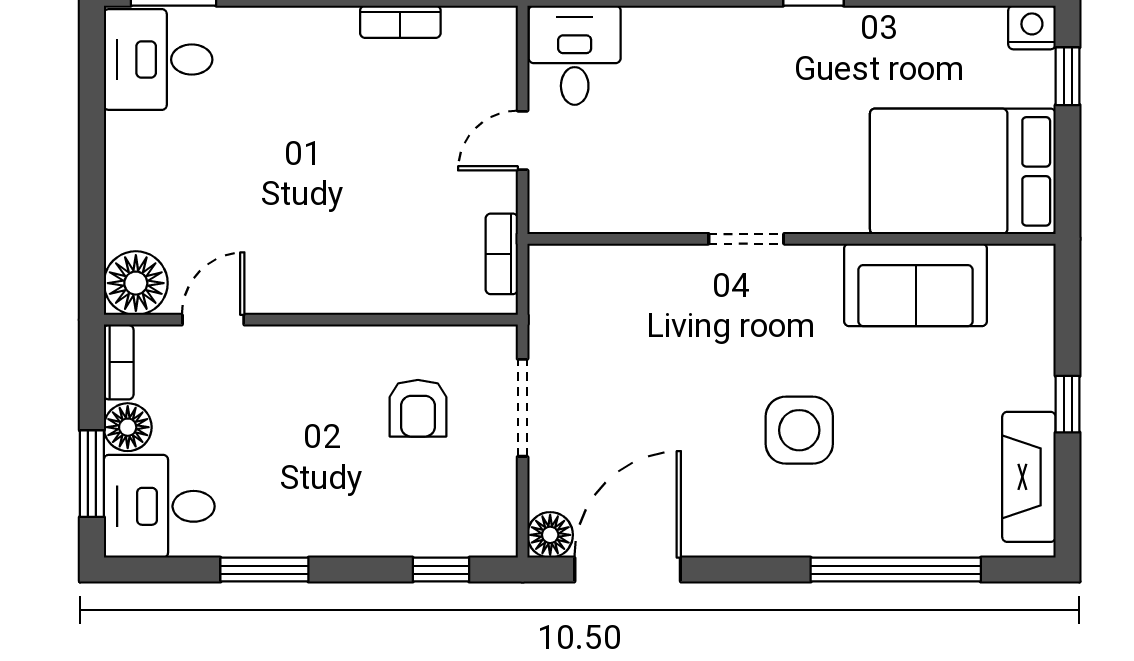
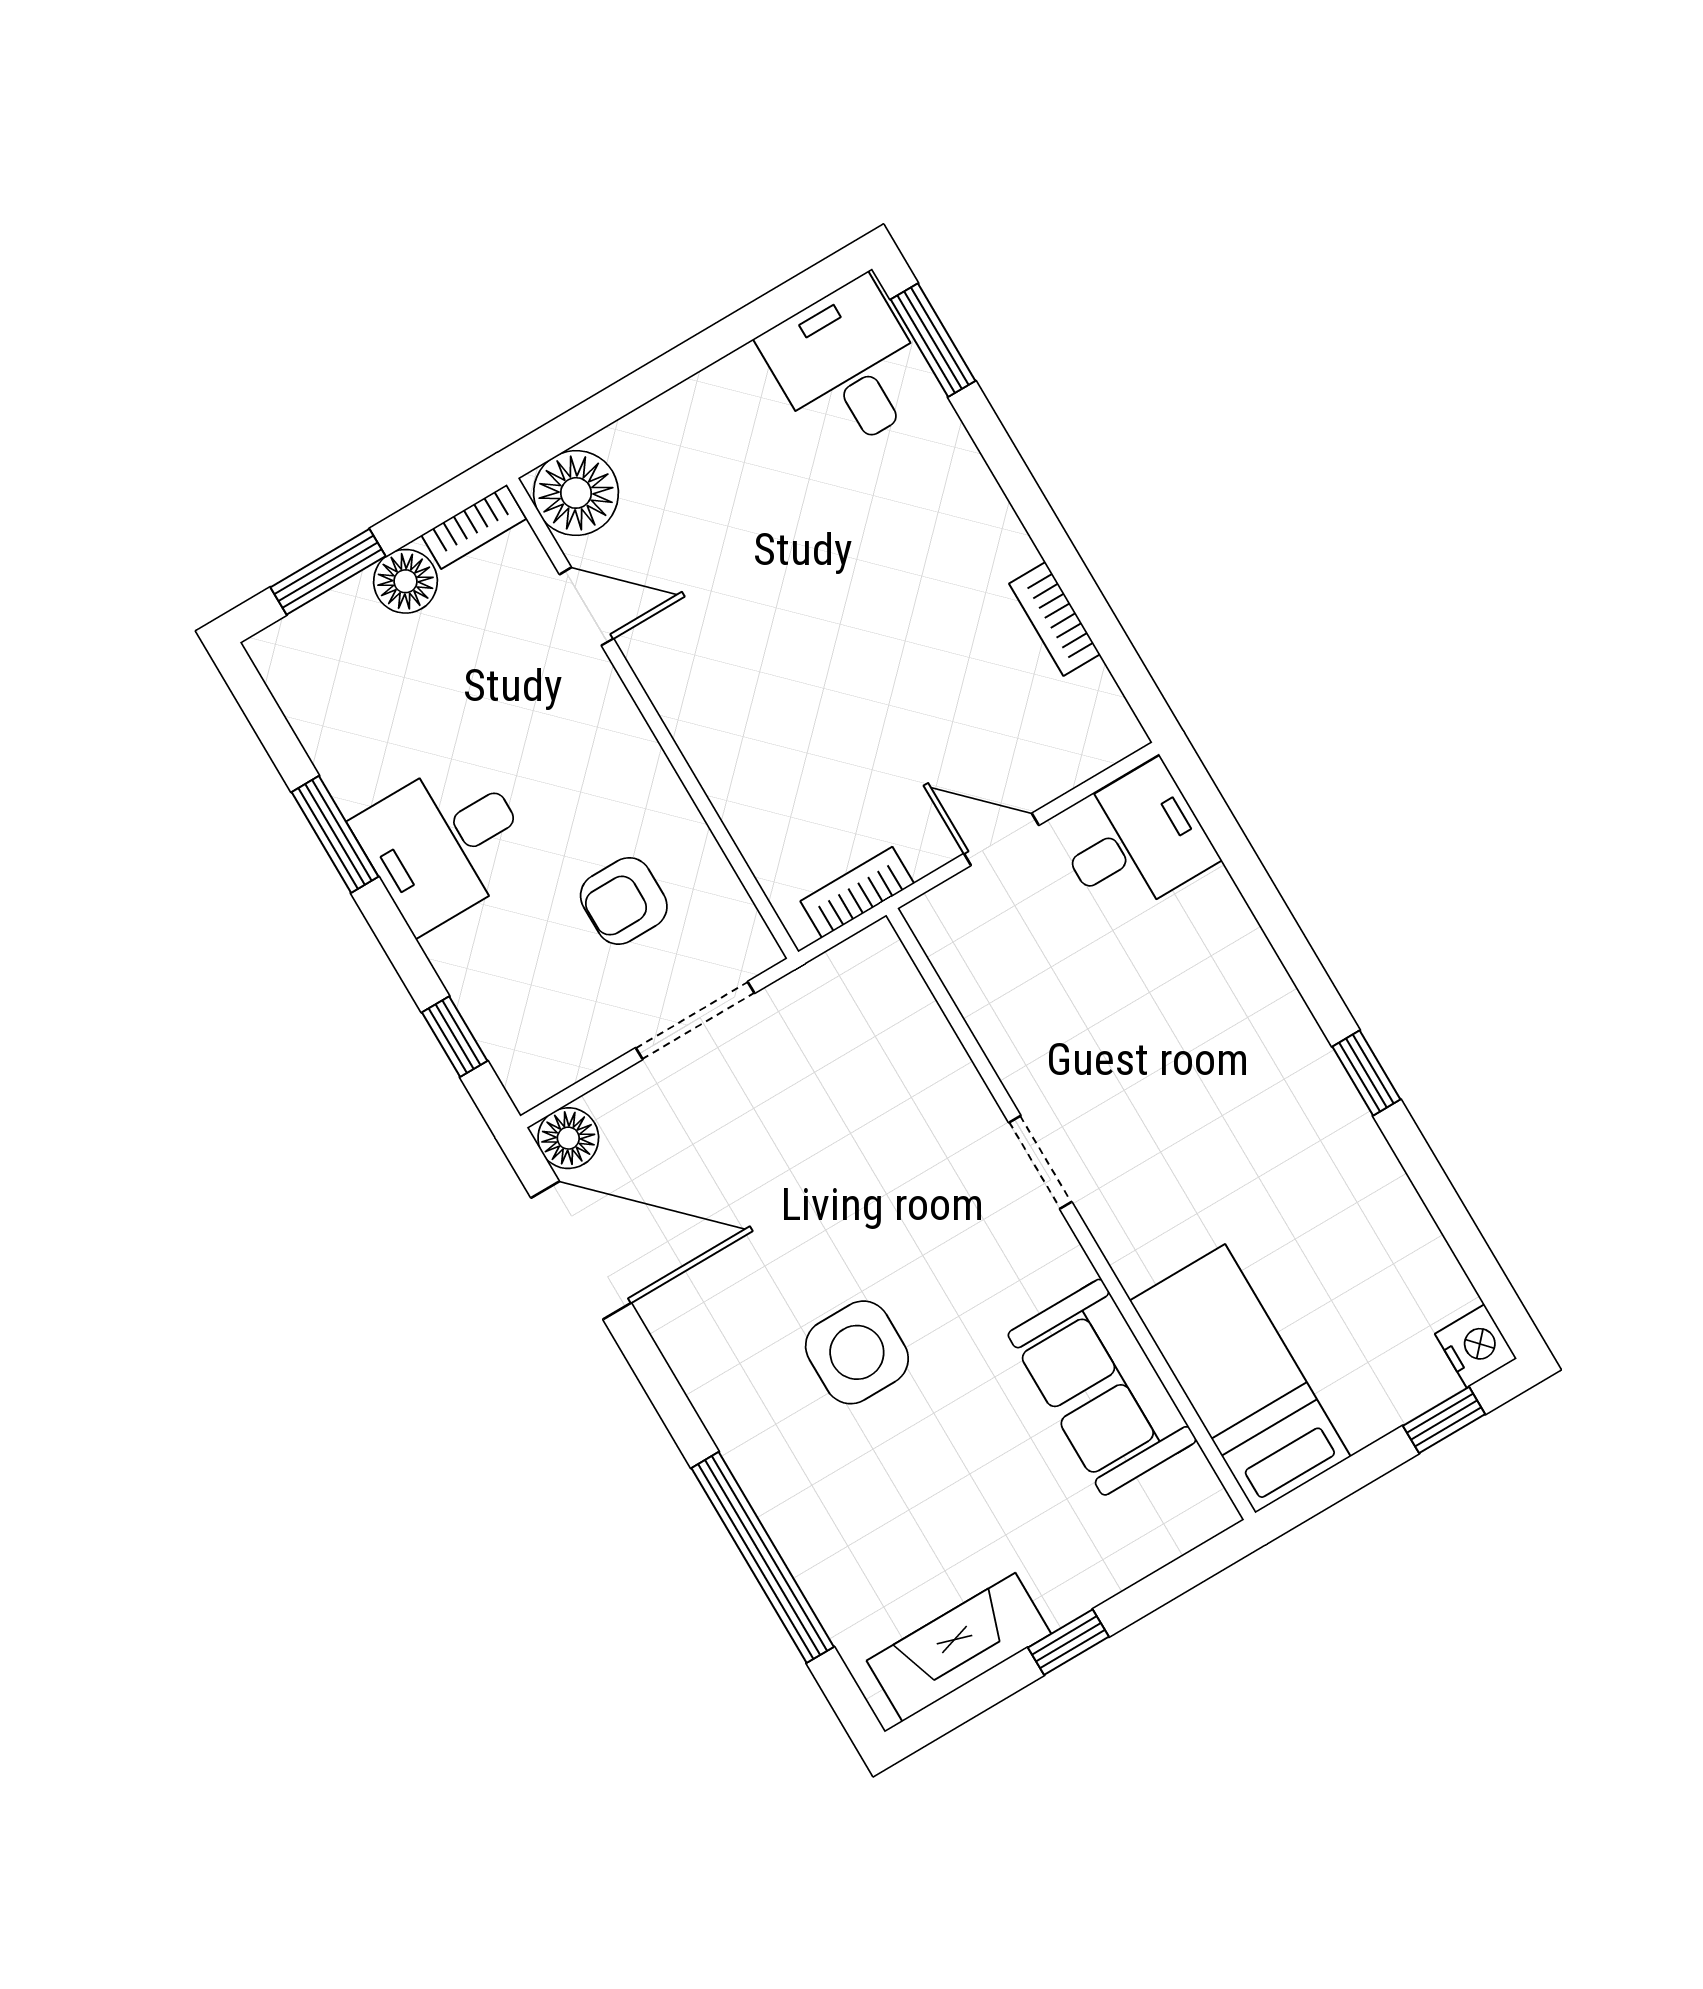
bed: (963, 171) -> (1240, 1379), width x0.67
desk: (159, 506) -> (444, 843), moved, turned -90

